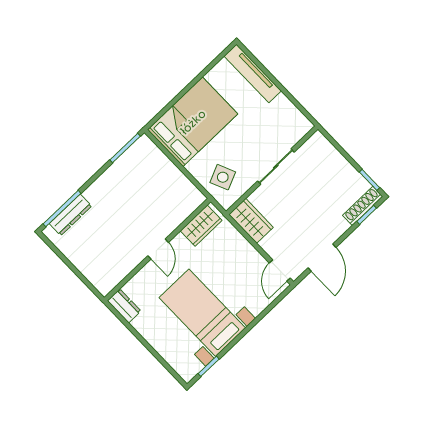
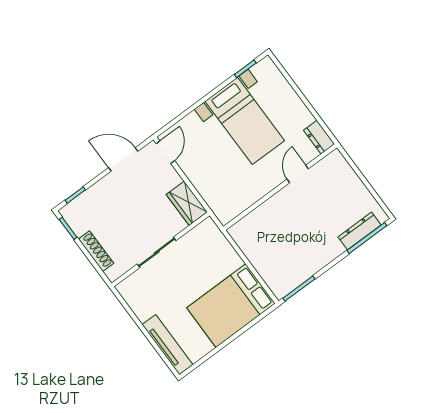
side table: (223, 177) -> (209, 249), removed
shoe rack: (363, 206) -> (96, 251), moved, turned -90
wardrobe: (201, 226) -> (235, 205), removed
door: (158, 249) -> (298, 174), moved
door: (322, 258) -> (123, 159), hinge flipped

